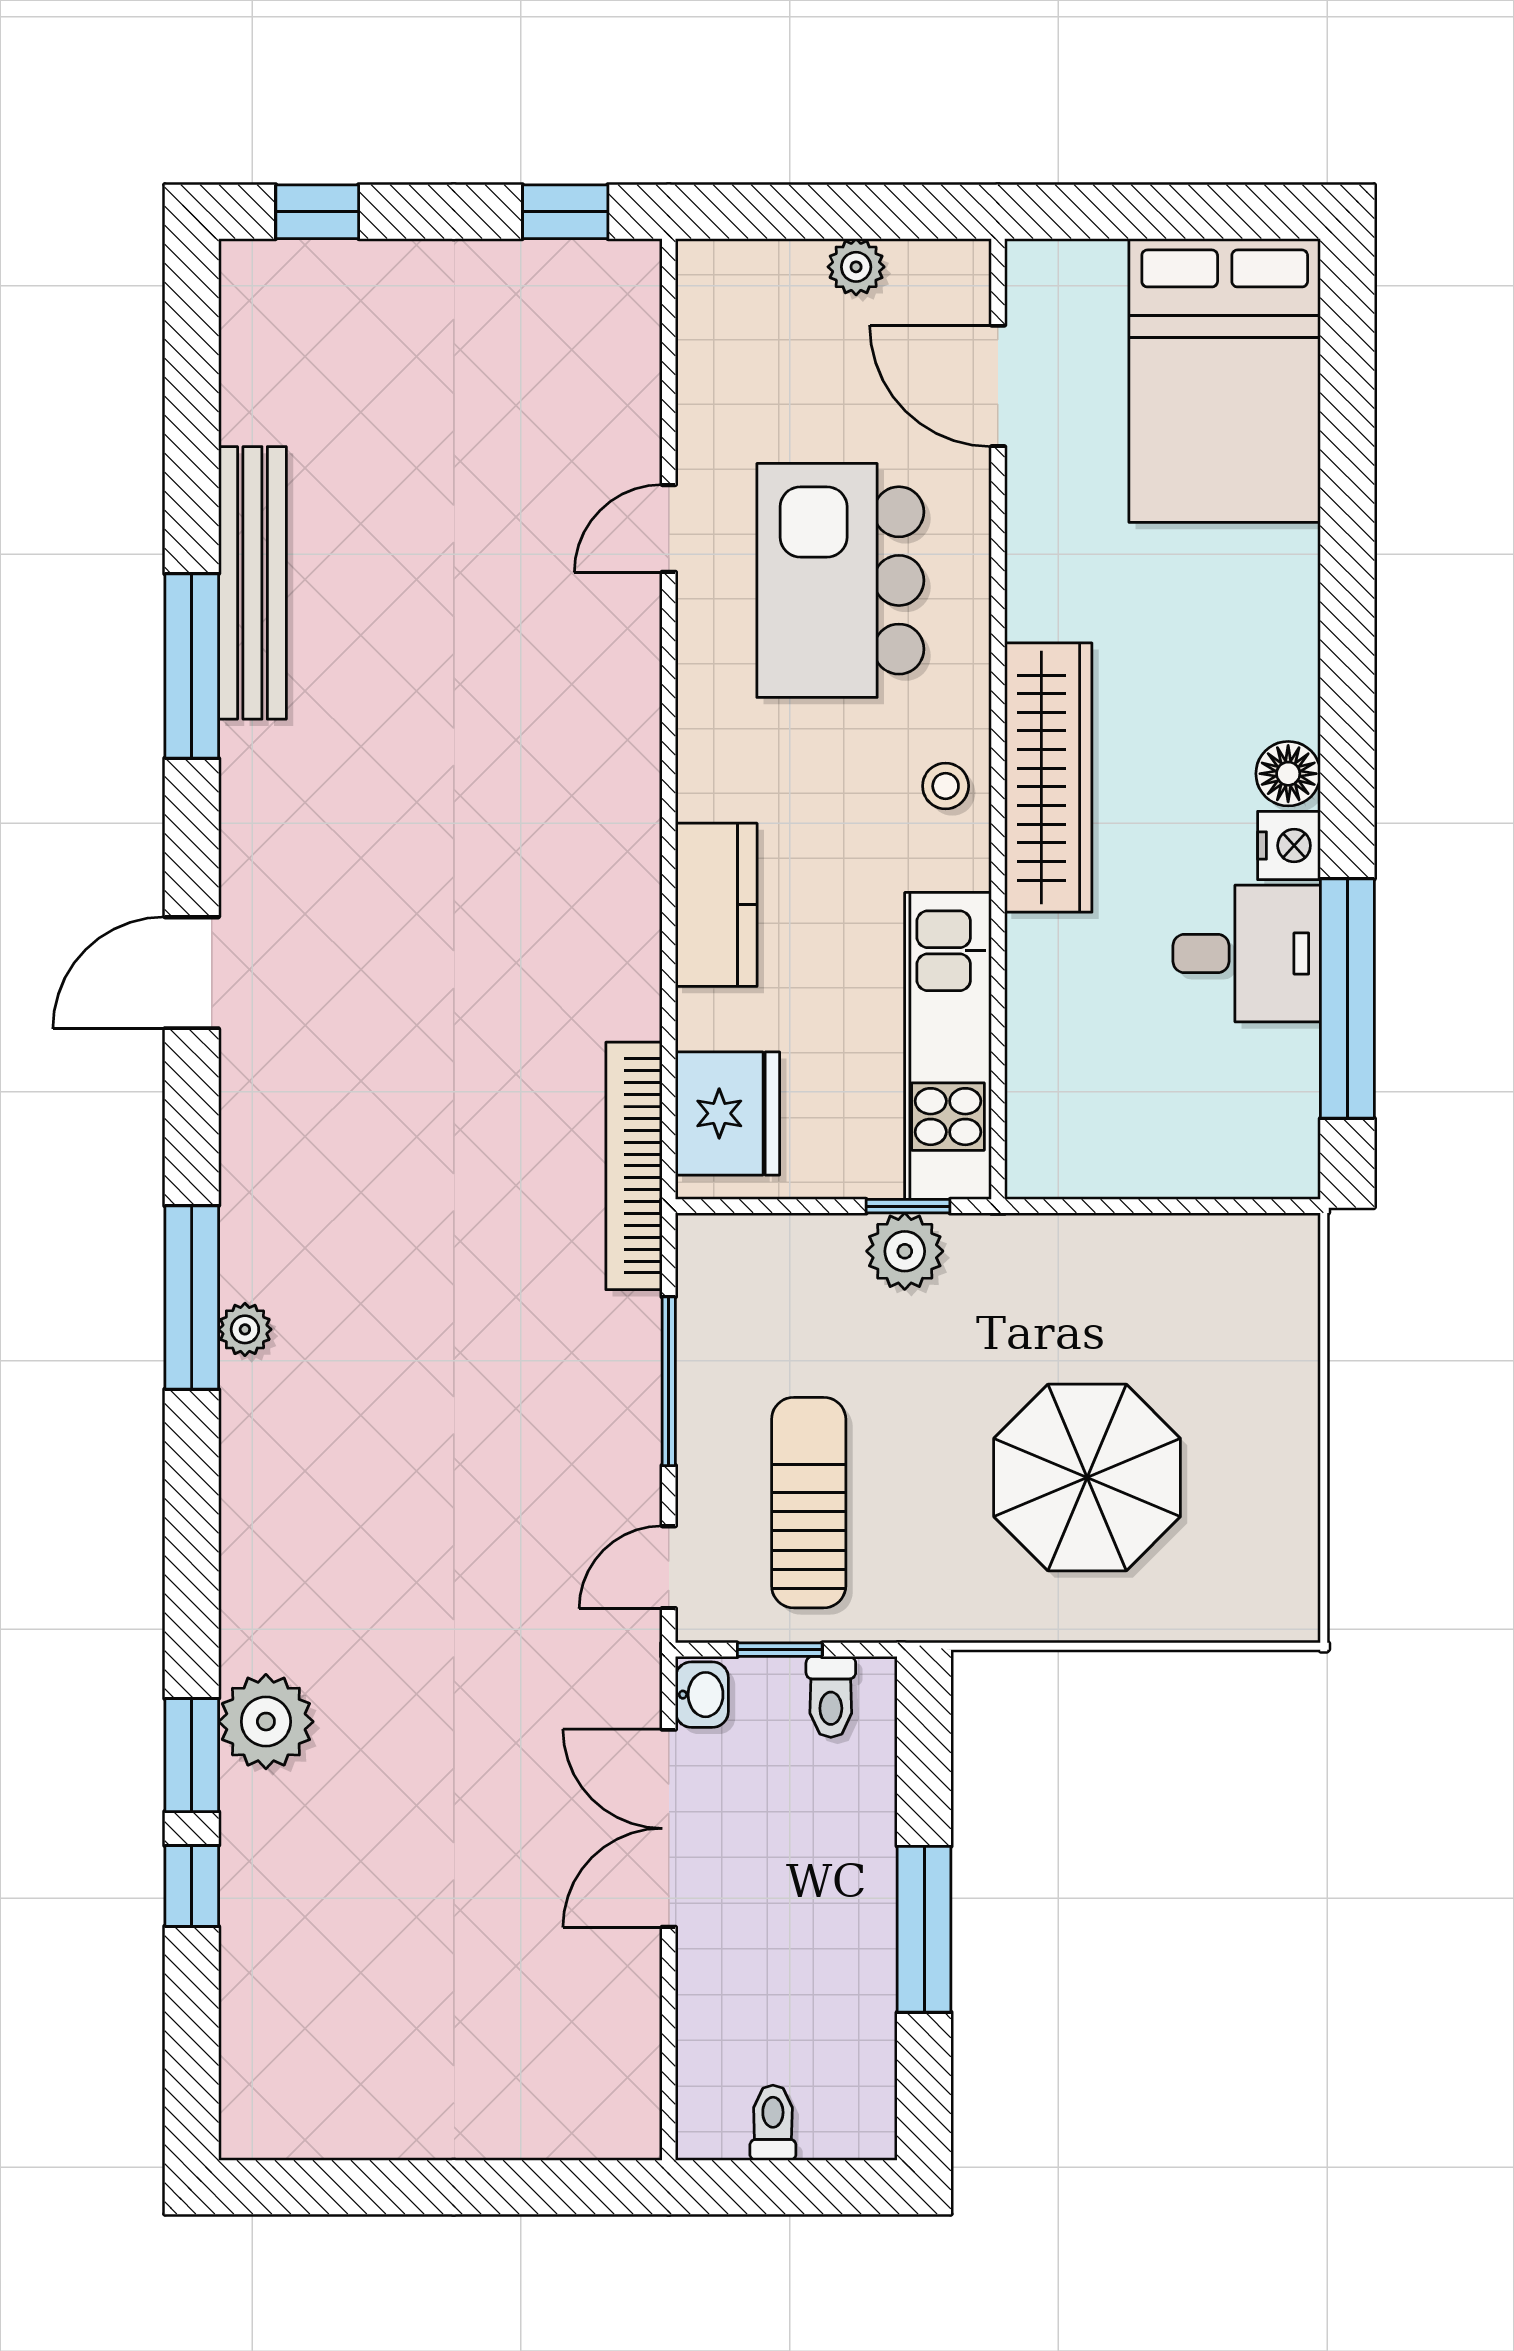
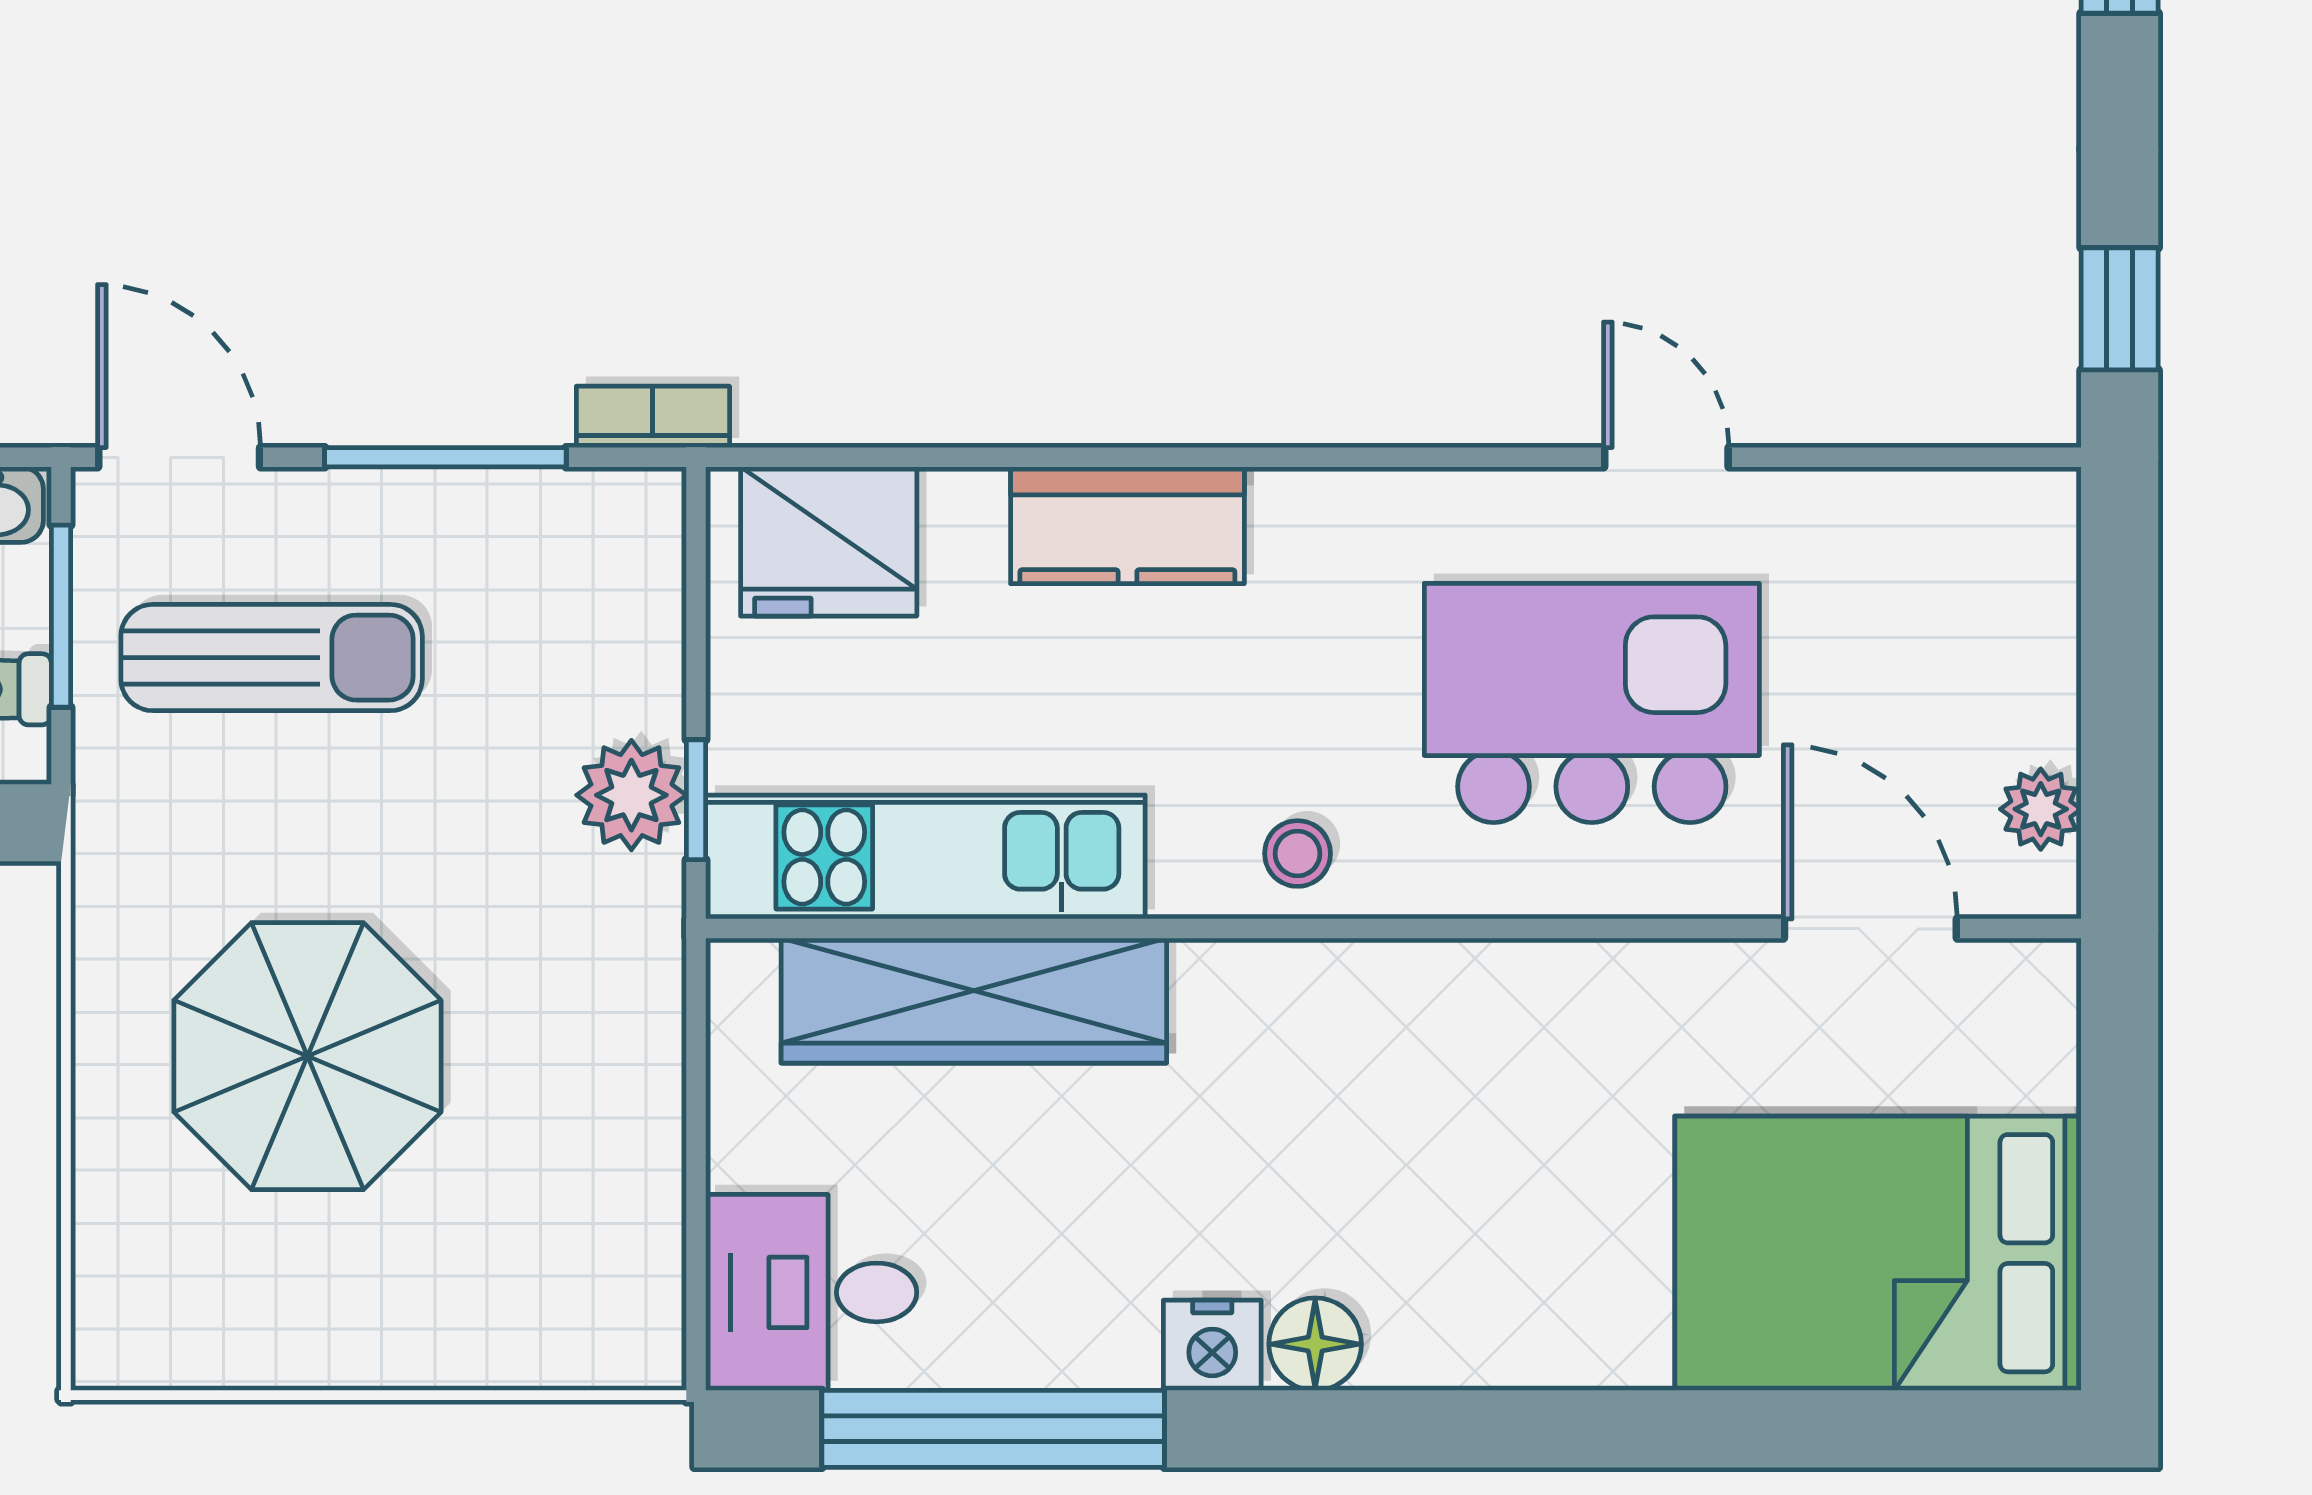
plant: (856, 267) -> (2041, 809), moved
door: (998, 386) -> (1870, 929), hinge flipped
wardrobe: (1048, 778) -> (974, 1001), moved
desk: (1247, 953) -> (811, 1292), moved, turned 90
bookcase: (634, 1166) -> (653, 417), width x0.43, depth x0.76
door: (669, 1567) -> (179, 457), width x1.38
window: (780, 1650) -> (61, 616), width x1.50

